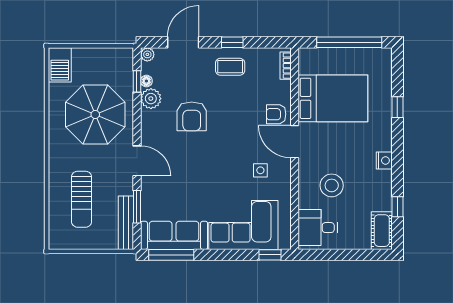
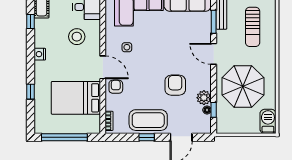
plant: (147, 54) -> (206, 129), removed
coffee table: (230, 67) -> (148, 120), width x1.86, depth x1.72
armchair: (276, 114) -> (116, 87), turned -90
sun lounger: (82, 199) -> (253, 27), turned 180

